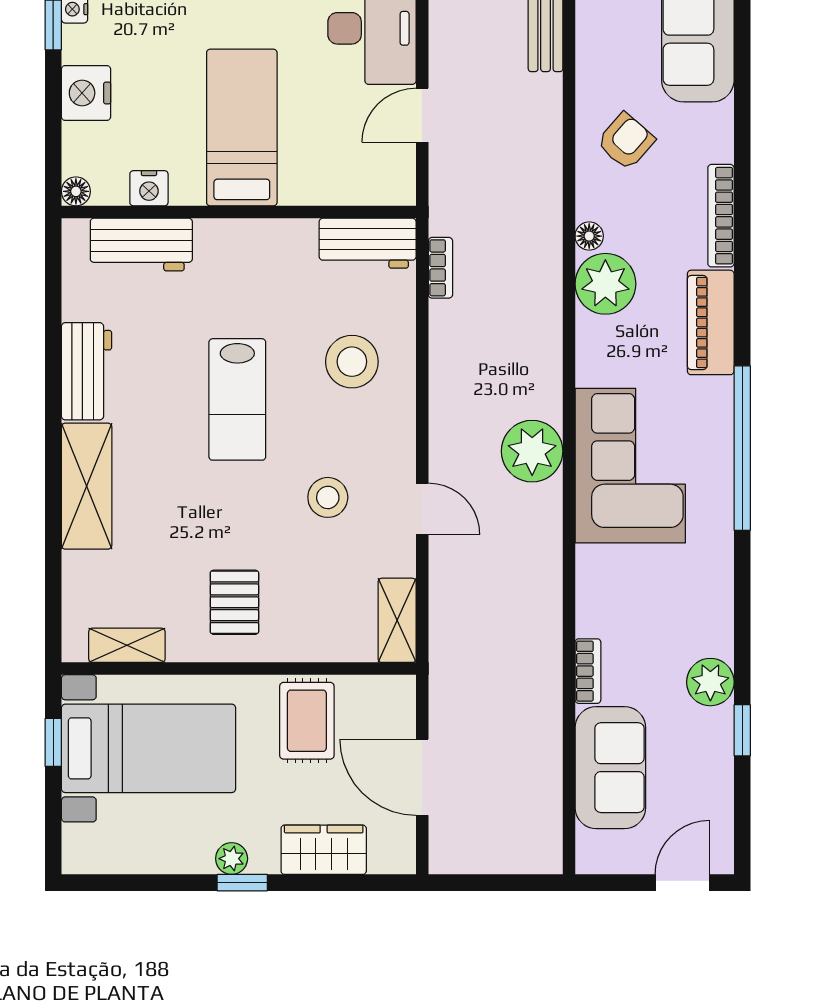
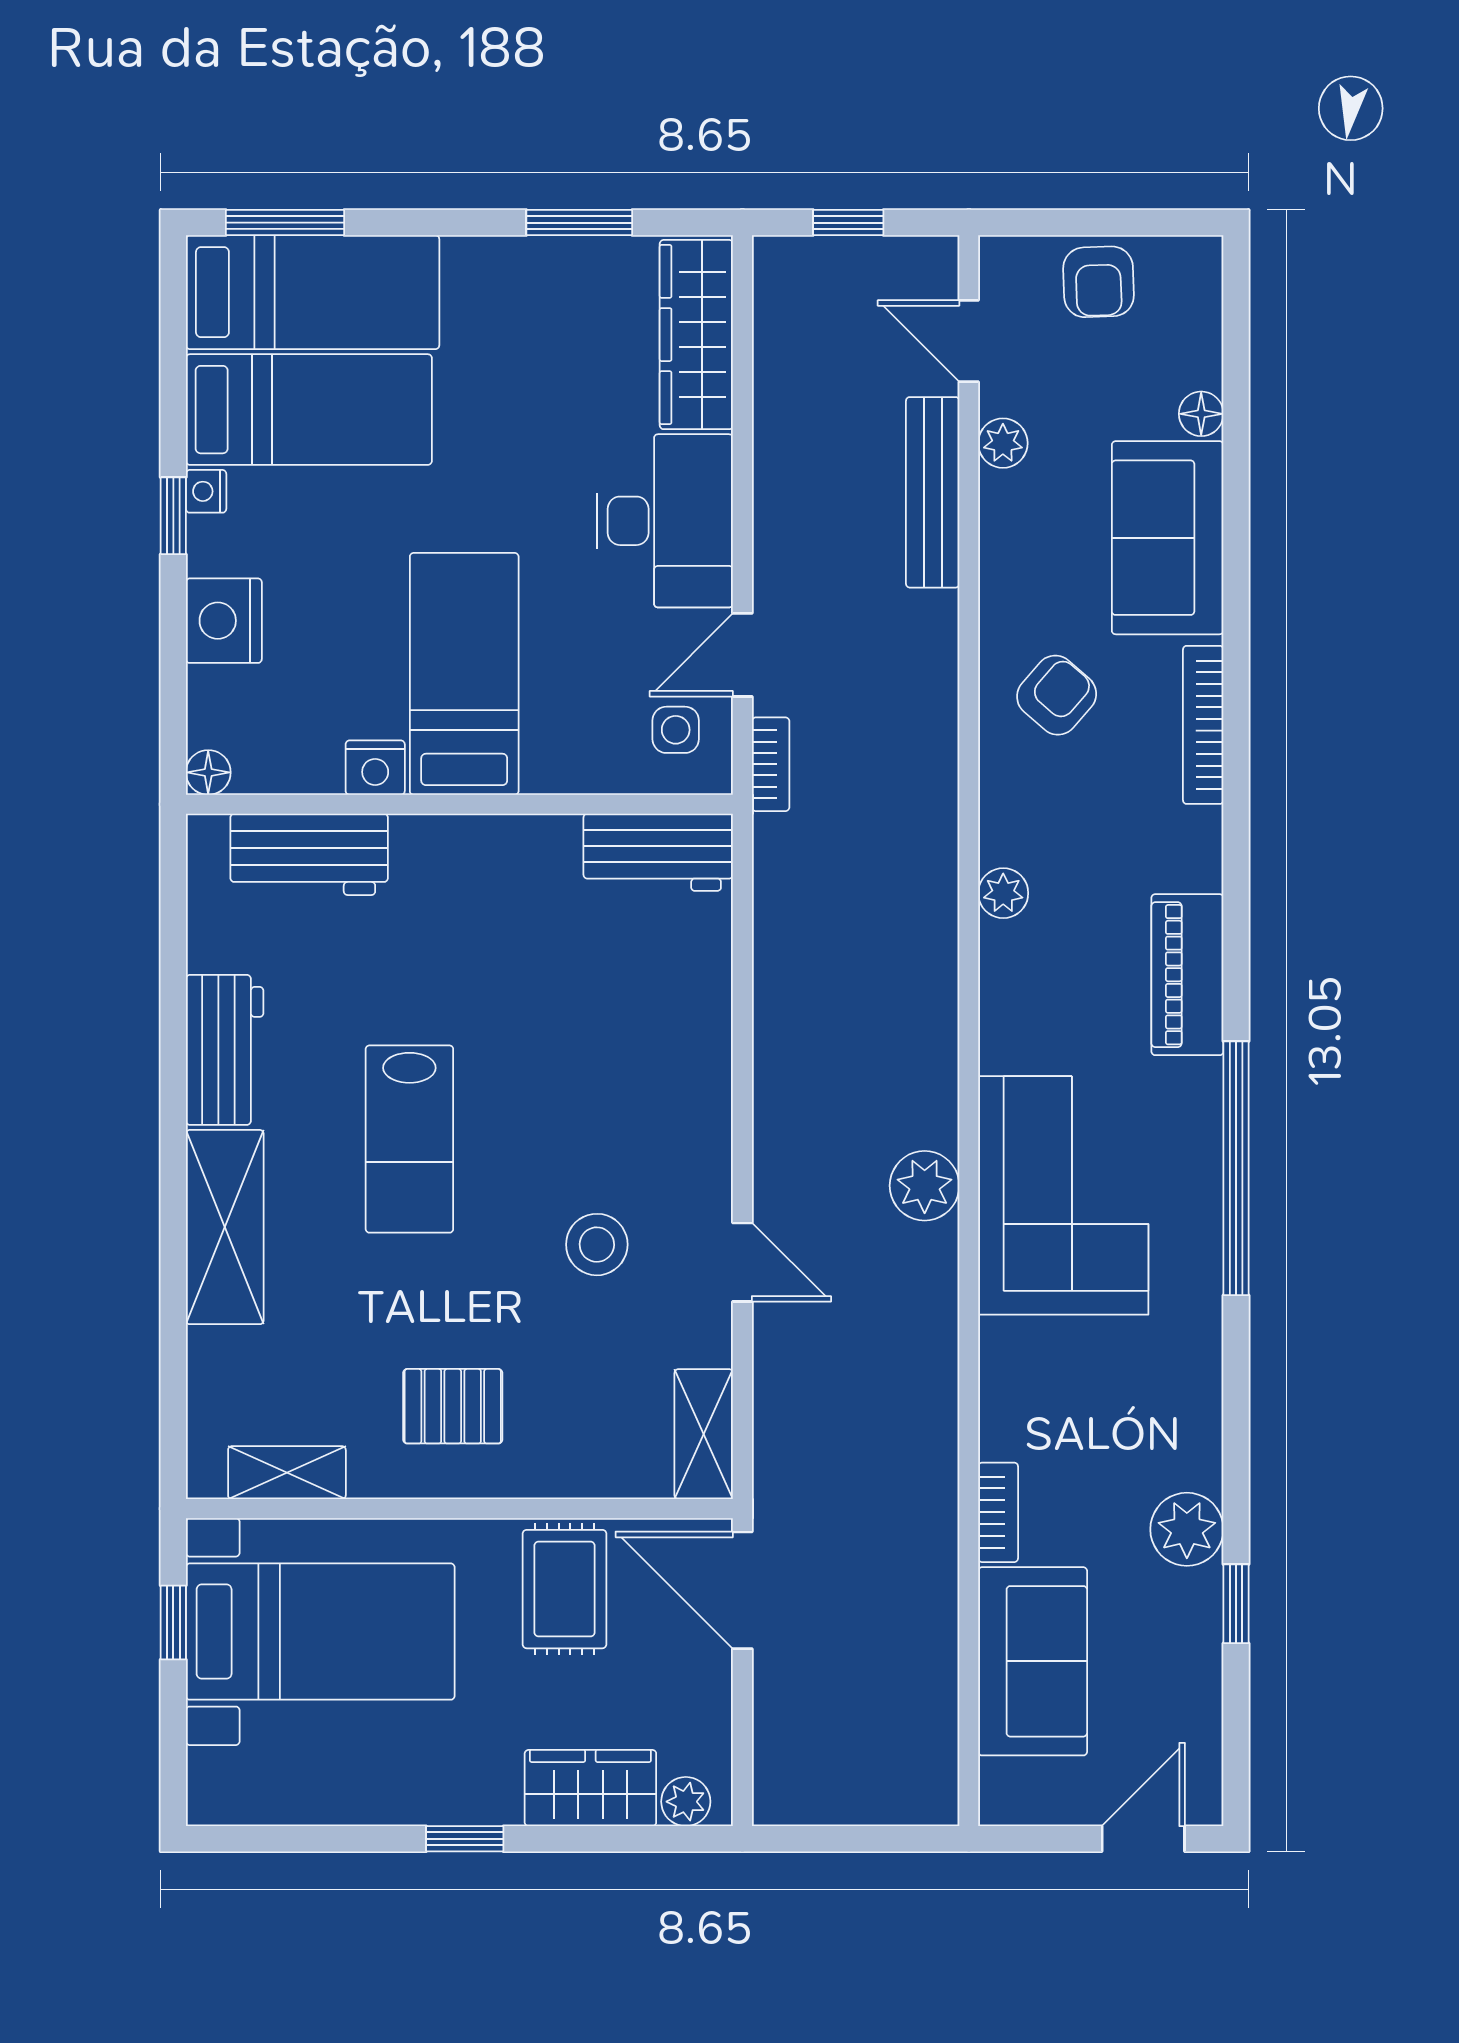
side table: (379, 164) -> (676, 730), added
nightstand: (149, 188) -> (375, 768), moved
bookcase: (721, 216) -> (1203, 725), moved
floor lamp: (589, 236) -> (1000, 841), removed
bookcase: (440, 268) -> (771, 764), moved
plant: (605, 284) -> (1003, 893), width x0.53, depth x0.53
stool: (352, 362) -> (634, 1035), removed
lab bench: (237, 399) -> (409, 1139), moved
plant: (532, 451) -> (925, 1186), width x0.73, depth x0.73
pallet: (234, 602) -> (453, 1406), turned 90
door: (422, 777) -> (742, 1590), moved
plant: (232, 859) -> (686, 1802), moved

